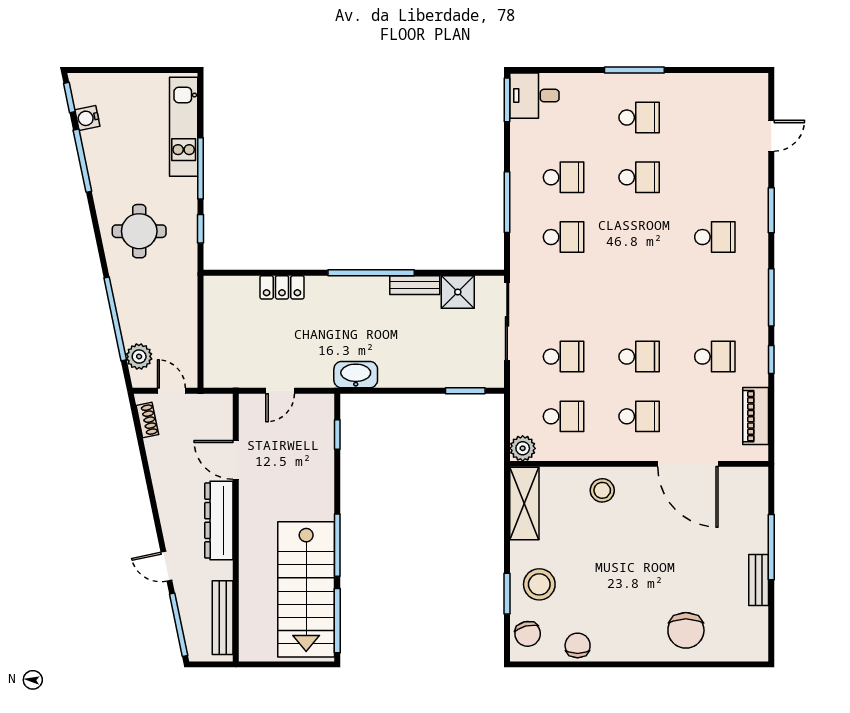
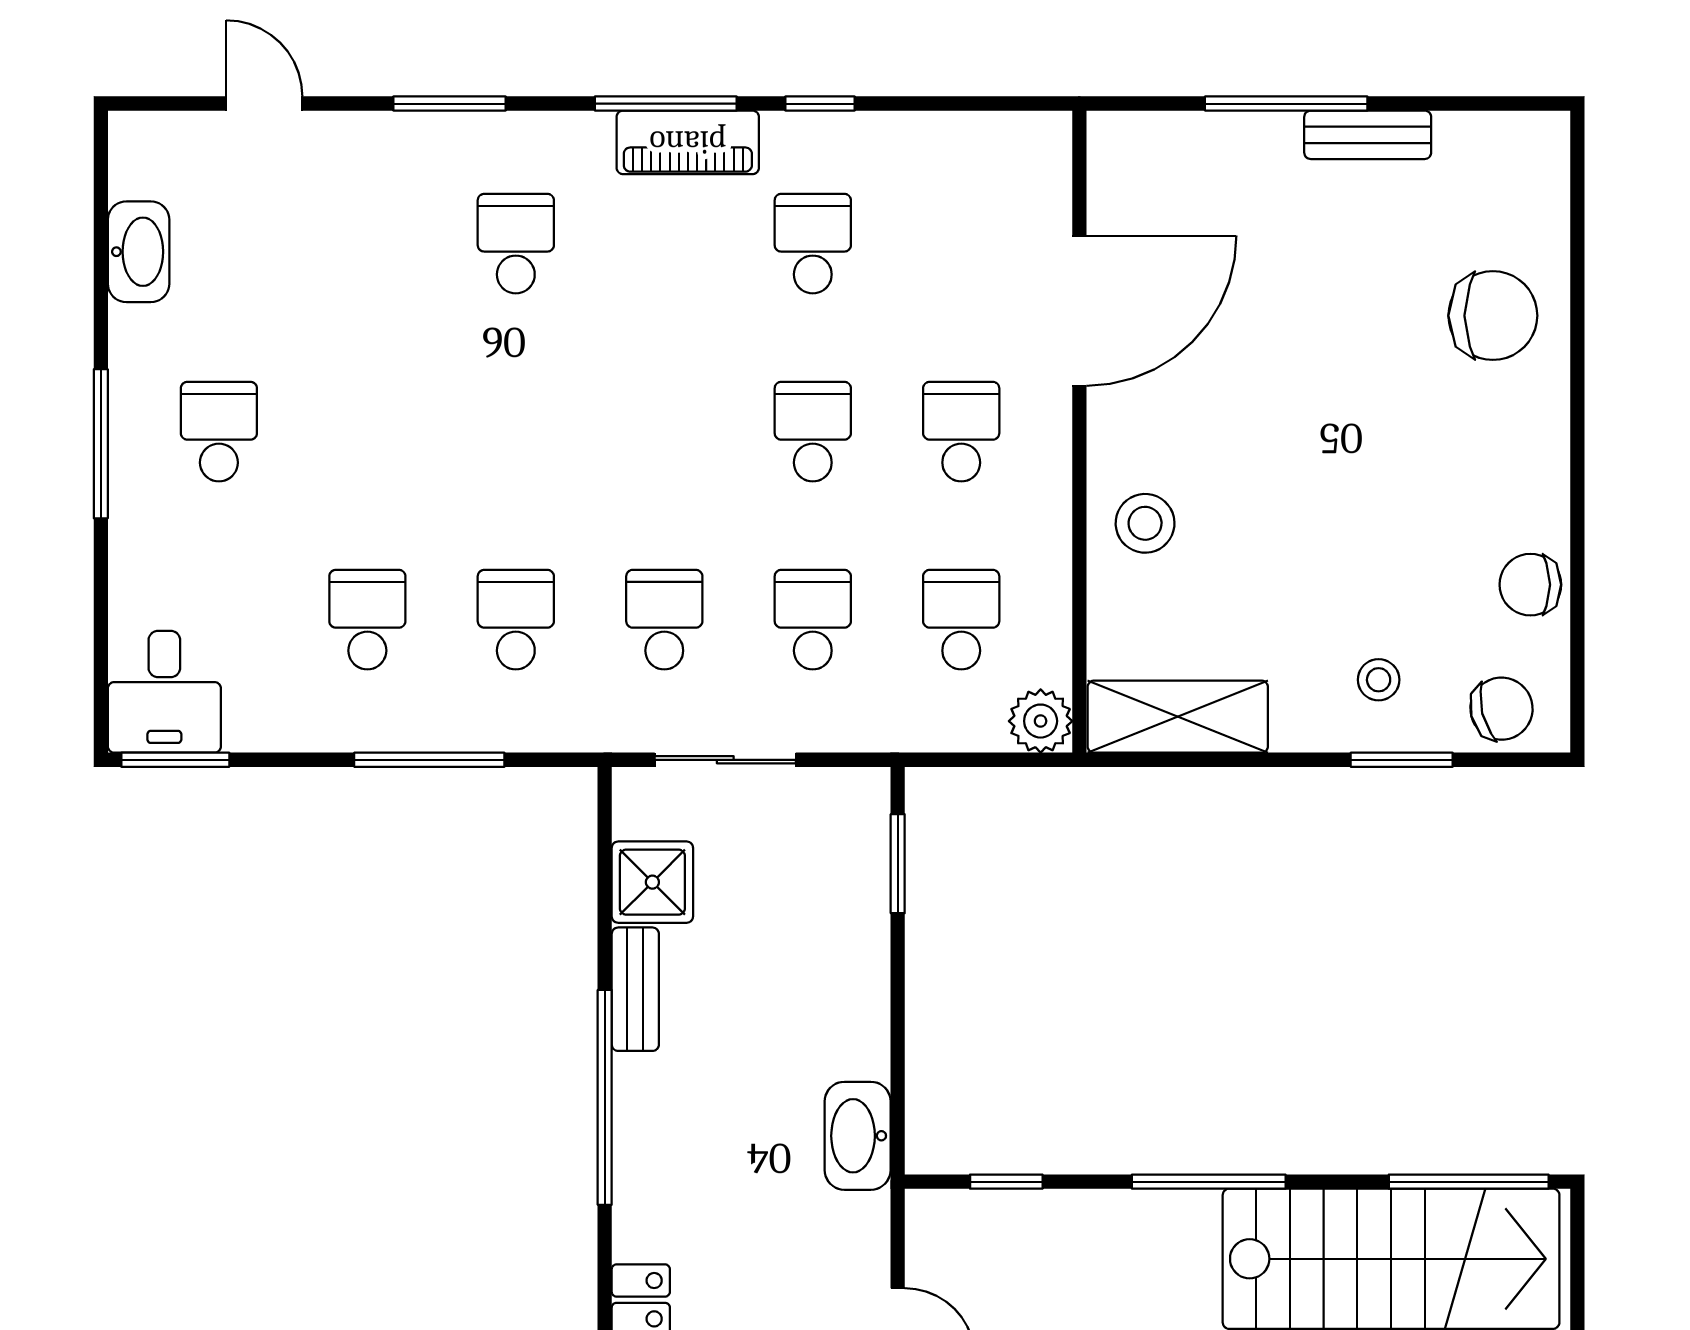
washbasin: (712, 85) -> (139, 252), added
school desk: (639, 177) -> (664, 620), moved
sliding door: (507, 321) -> (725, 760), width x0.73
piano: (756, 416) -> (688, 142), moved
window: (337, 545) -> (1209, 1182), moved
stool: (539, 584) -> (1379, 680), width x0.53, depth x0.53

